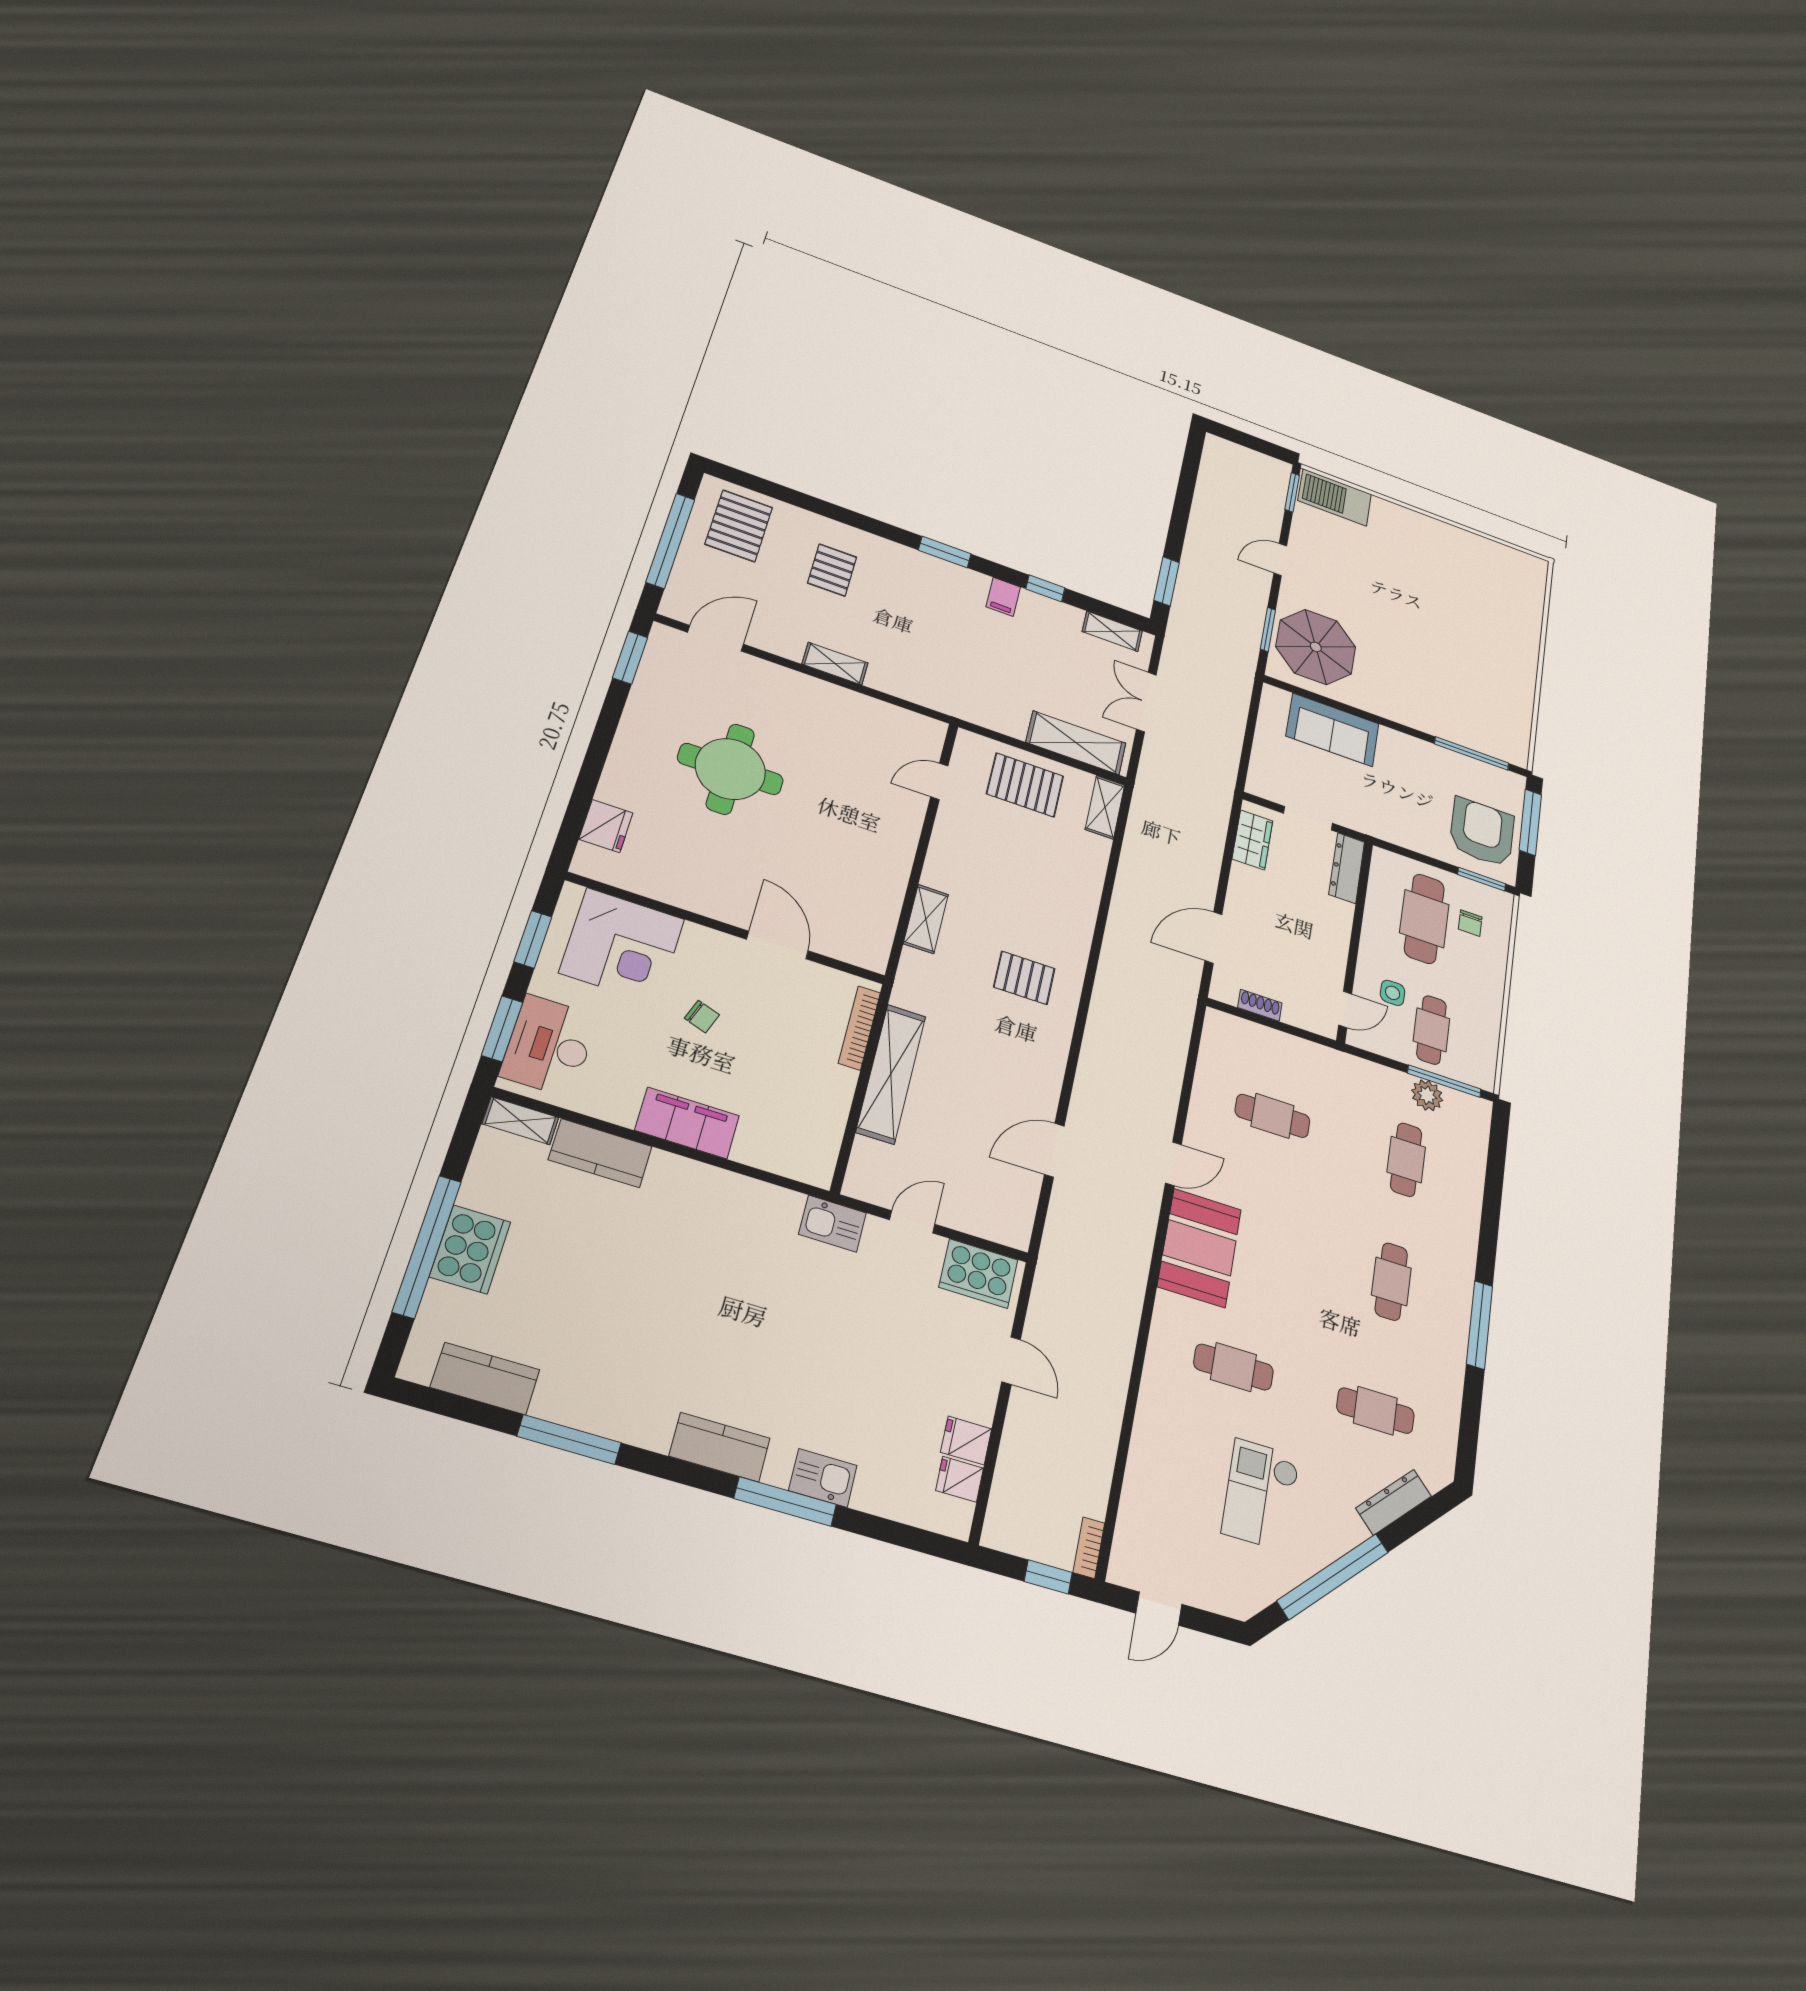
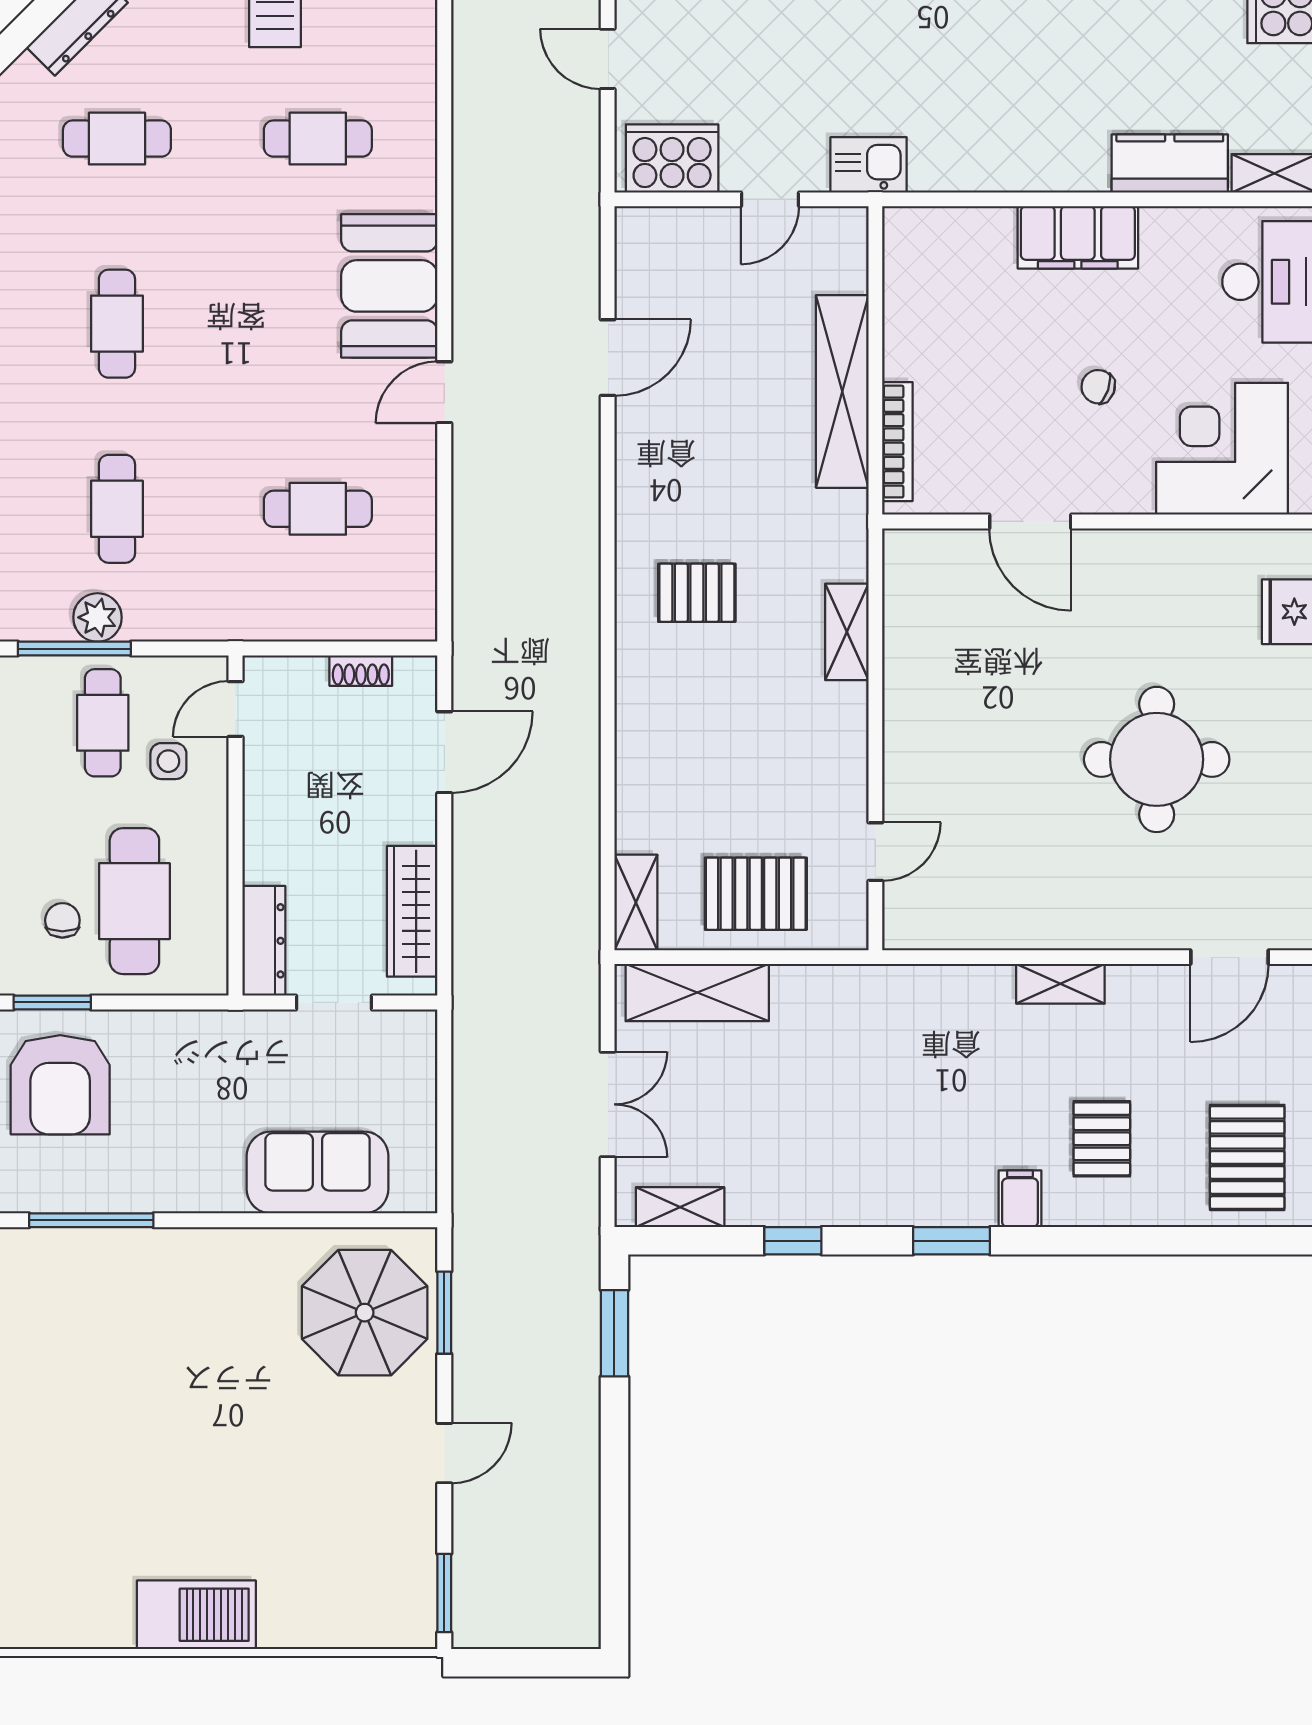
barbecue: (1335, 497) -> (196, 1615), moved
filing cabinet: (1003, 597) -> (1020, 1199), moved
wardrobe: (1252, 840) -> (412, 911), width x1.50

